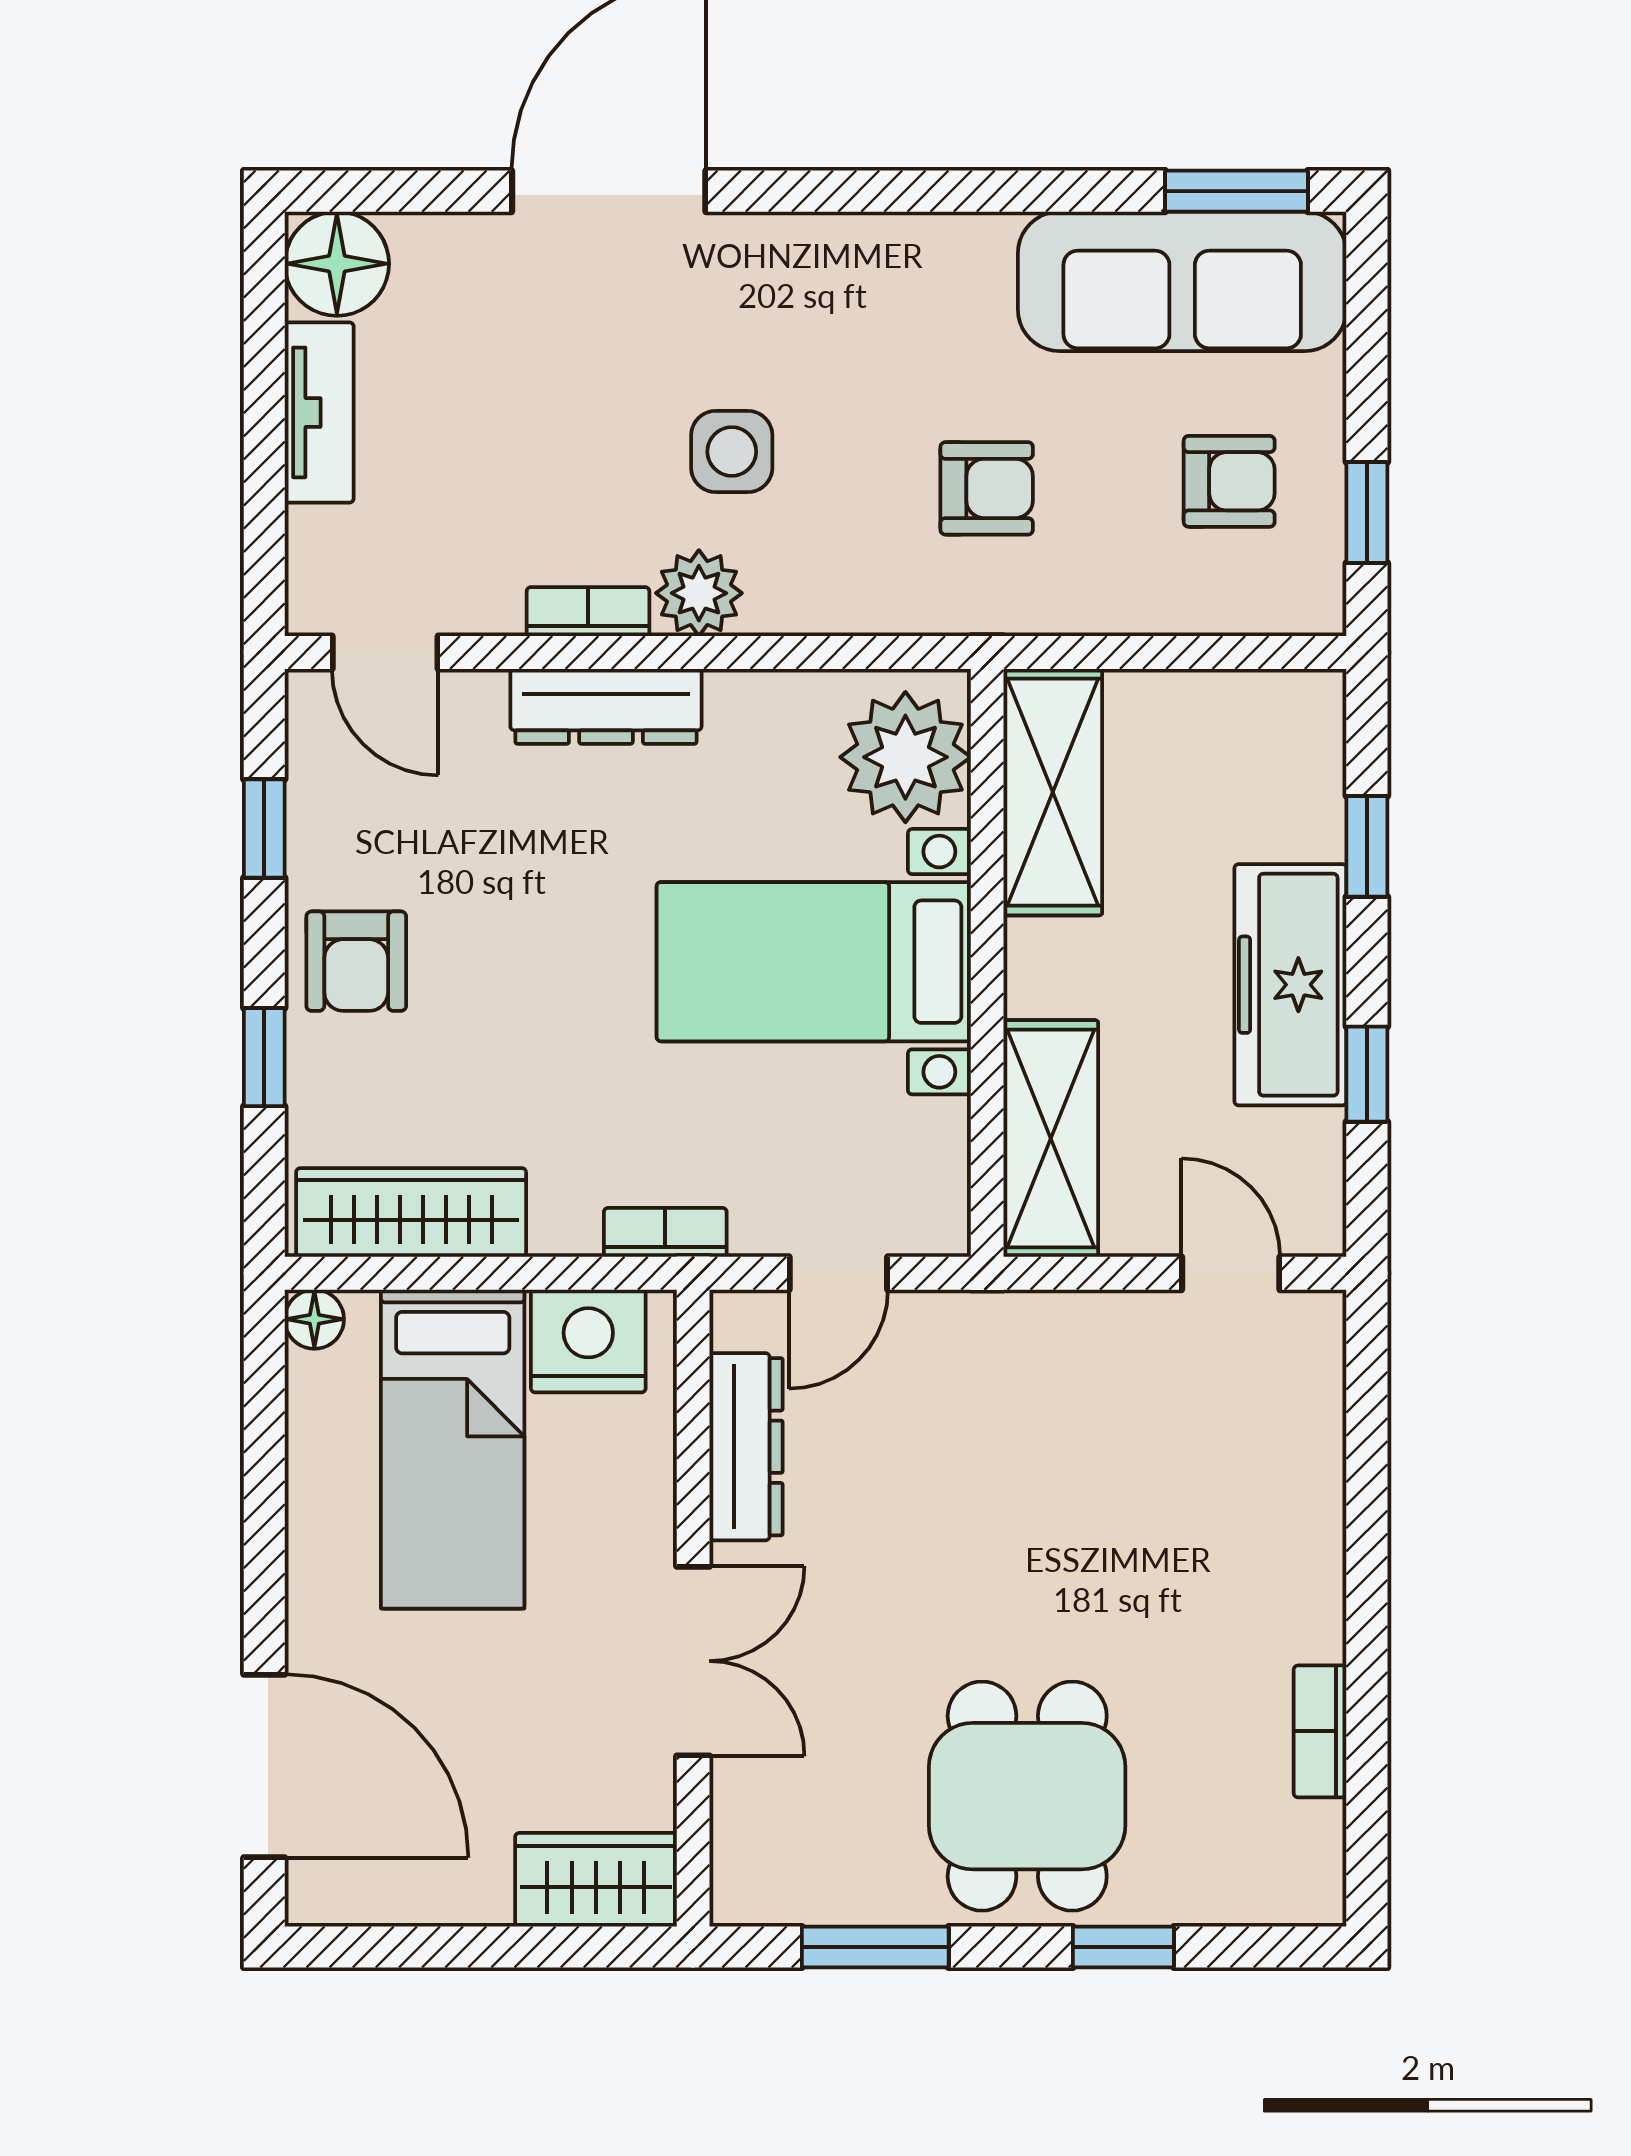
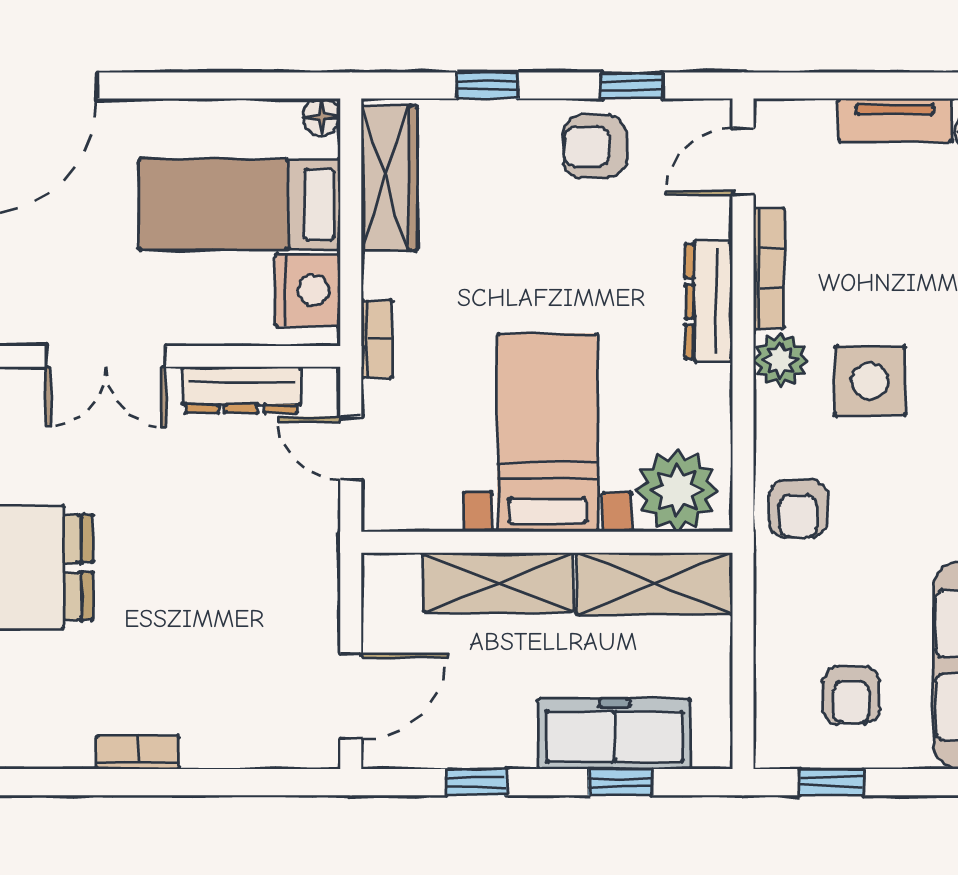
side table: (732, 452) -> (870, 381), width x1.37, depth x1.37
armchair: (987, 488) -> (798, 509), moved
bookcase: (588, 612) -> (769, 268), width x1.56
armchair: (356, 961) -> (594, 146), moved
freezer: (1290, 985) -> (614, 734), moved
shelving: (1051, 1139) -> (498, 582), moved
door: (1231, 1273) -> (351, 696), width x1.38
bookcase: (1320, 1731) -> (138, 753), moved

